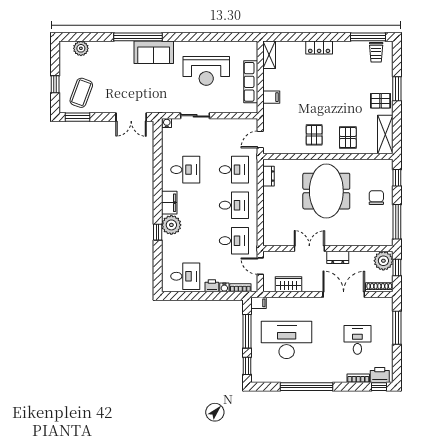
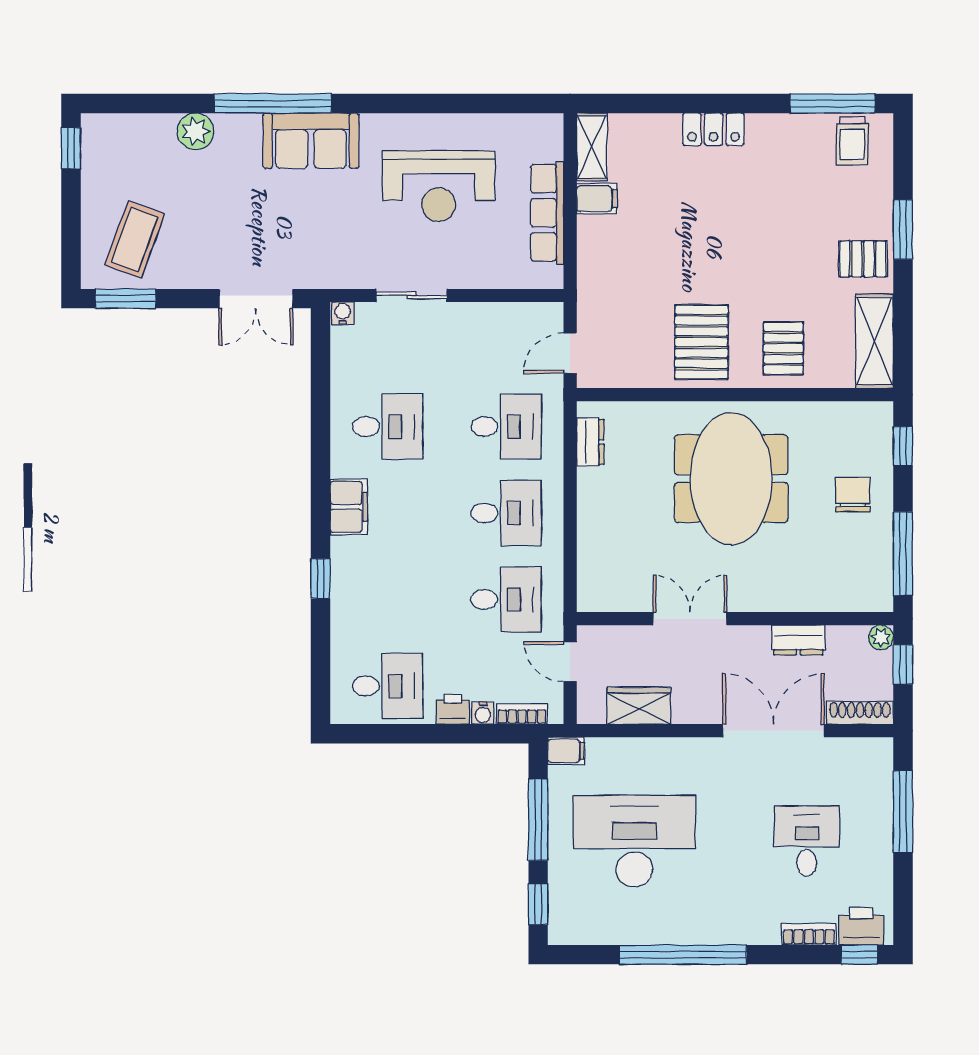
plant: (81, 48) -> (196, 131), moved
window: (55, 84) -> (71, 148), moved
filing cabinet: (271, 97) -> (597, 199), moved
pallet: (314, 135) -> (702, 342), width x1.50, depth x1.42
plant: (171, 225) -> (354, 561), removed
dresser: (338, 257) -> (798, 640), moved
plant: (383, 261) -> (881, 637), width x0.53, depth x0.53

